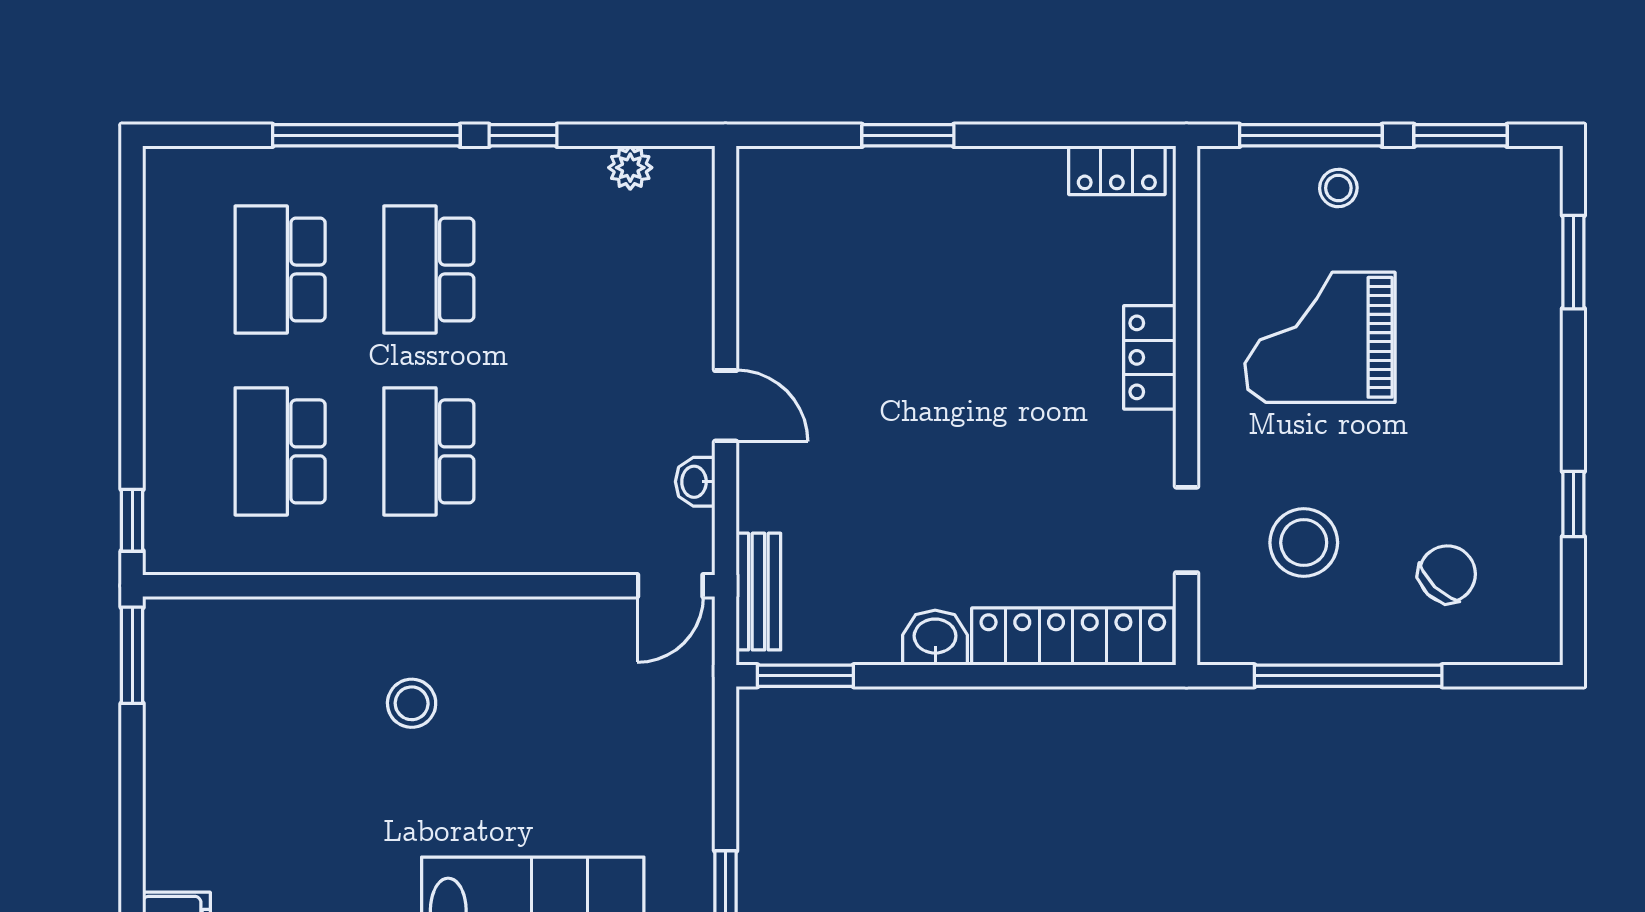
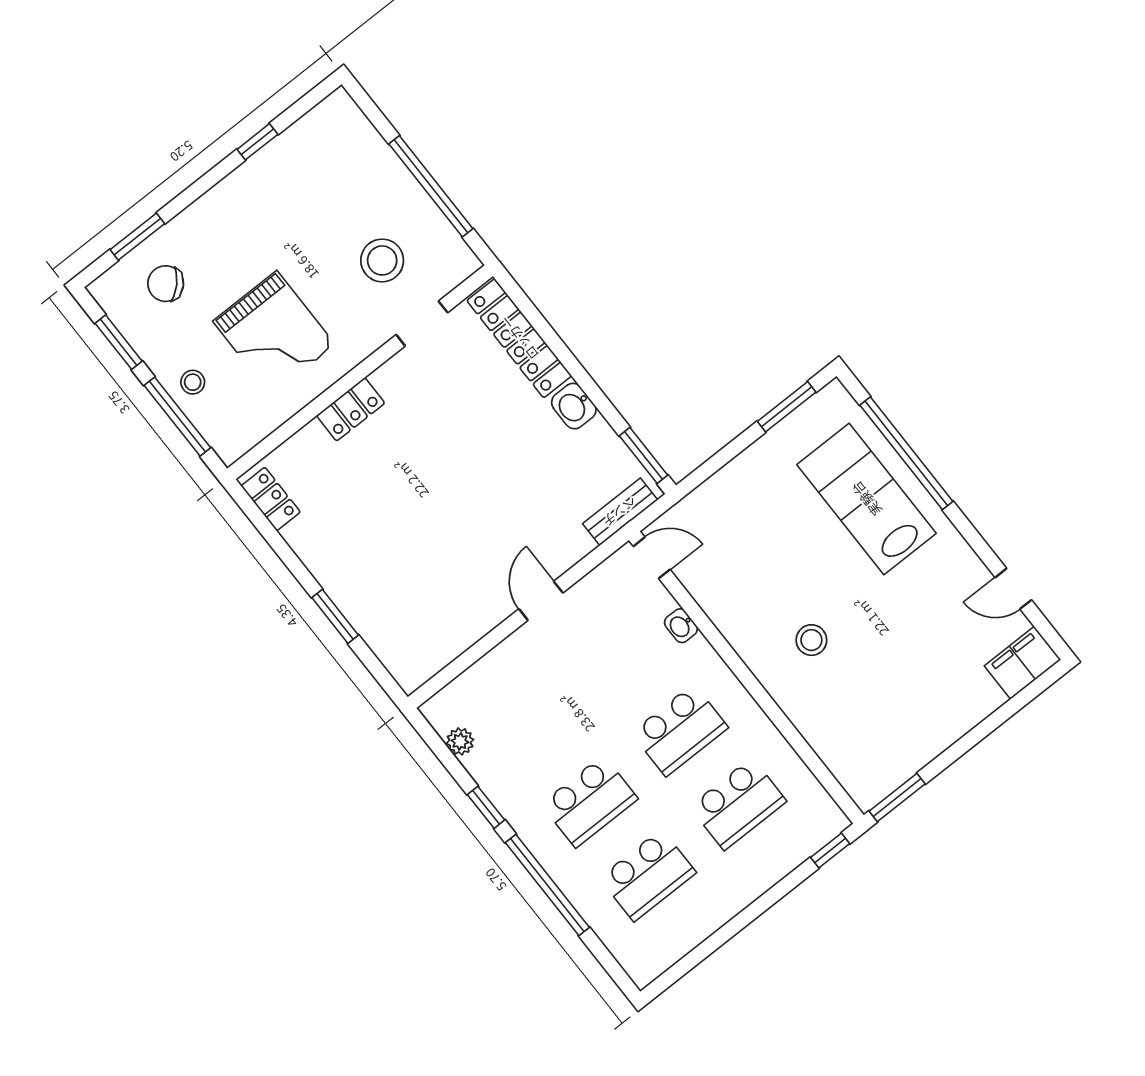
washbasin: (695, 482) -> (681, 626), moved, turned 90
chair: (1447, 574) -> (166, 284), moved

